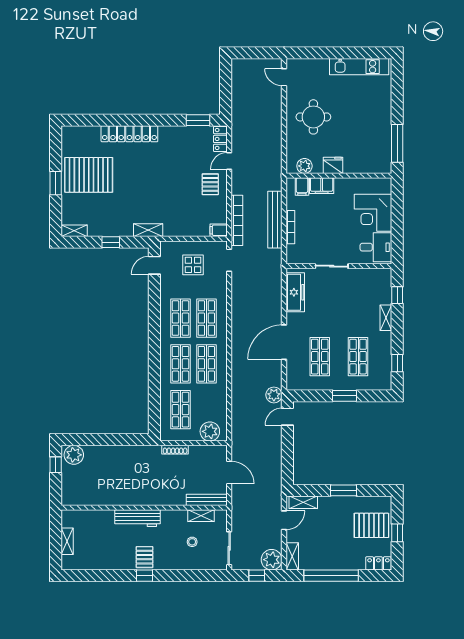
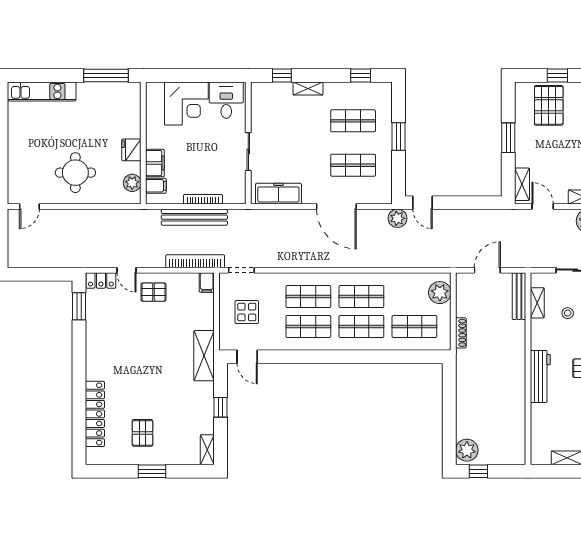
kitchen unit: (359, 67) -> (42, 91), moved, turned 90
locker: (129, 134) -> (95, 414), moved
pallet: (89, 175) -> (142, 433), width x0.49, depth x0.50
shelving: (148, 230) -> (204, 356), width x1.50, depth x1.33

